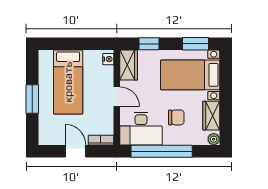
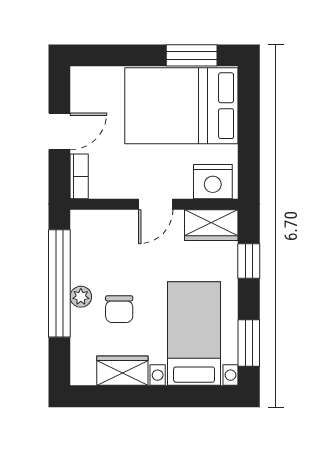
nightstand: (108, 59) -> (213, 182), width x1.89, depth x1.79
bed: (68, 82) -> (181, 106), width x1.50
window: (32, 99) -> (192, 55), moved
desk: (141, 129) -> (99, 247), removed
plant: (214, 139) -> (81, 297), moved

